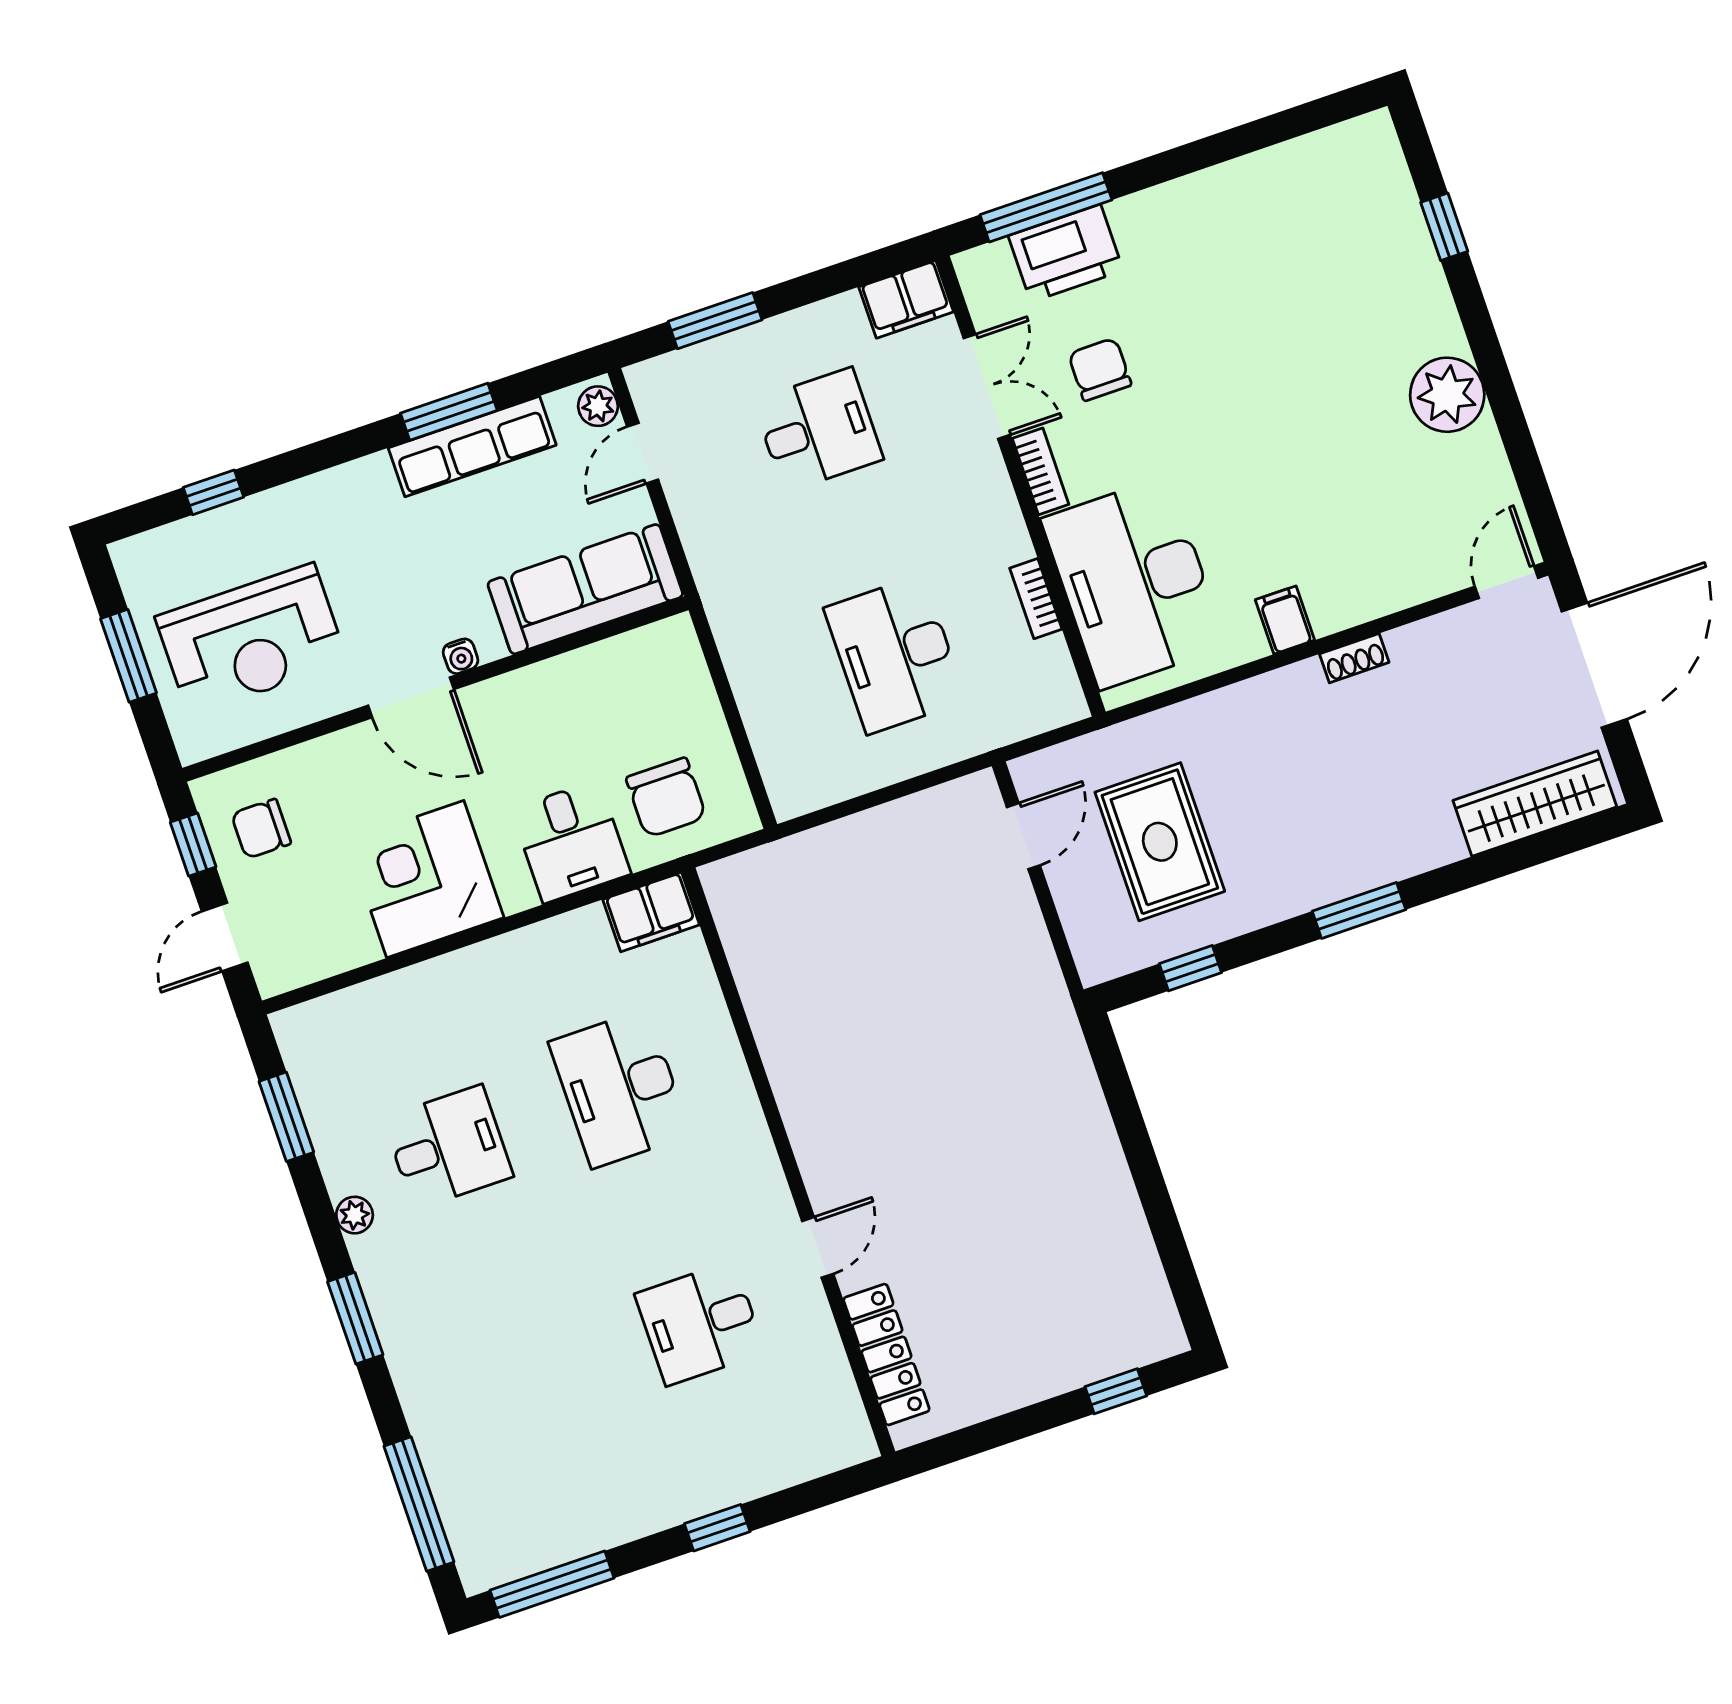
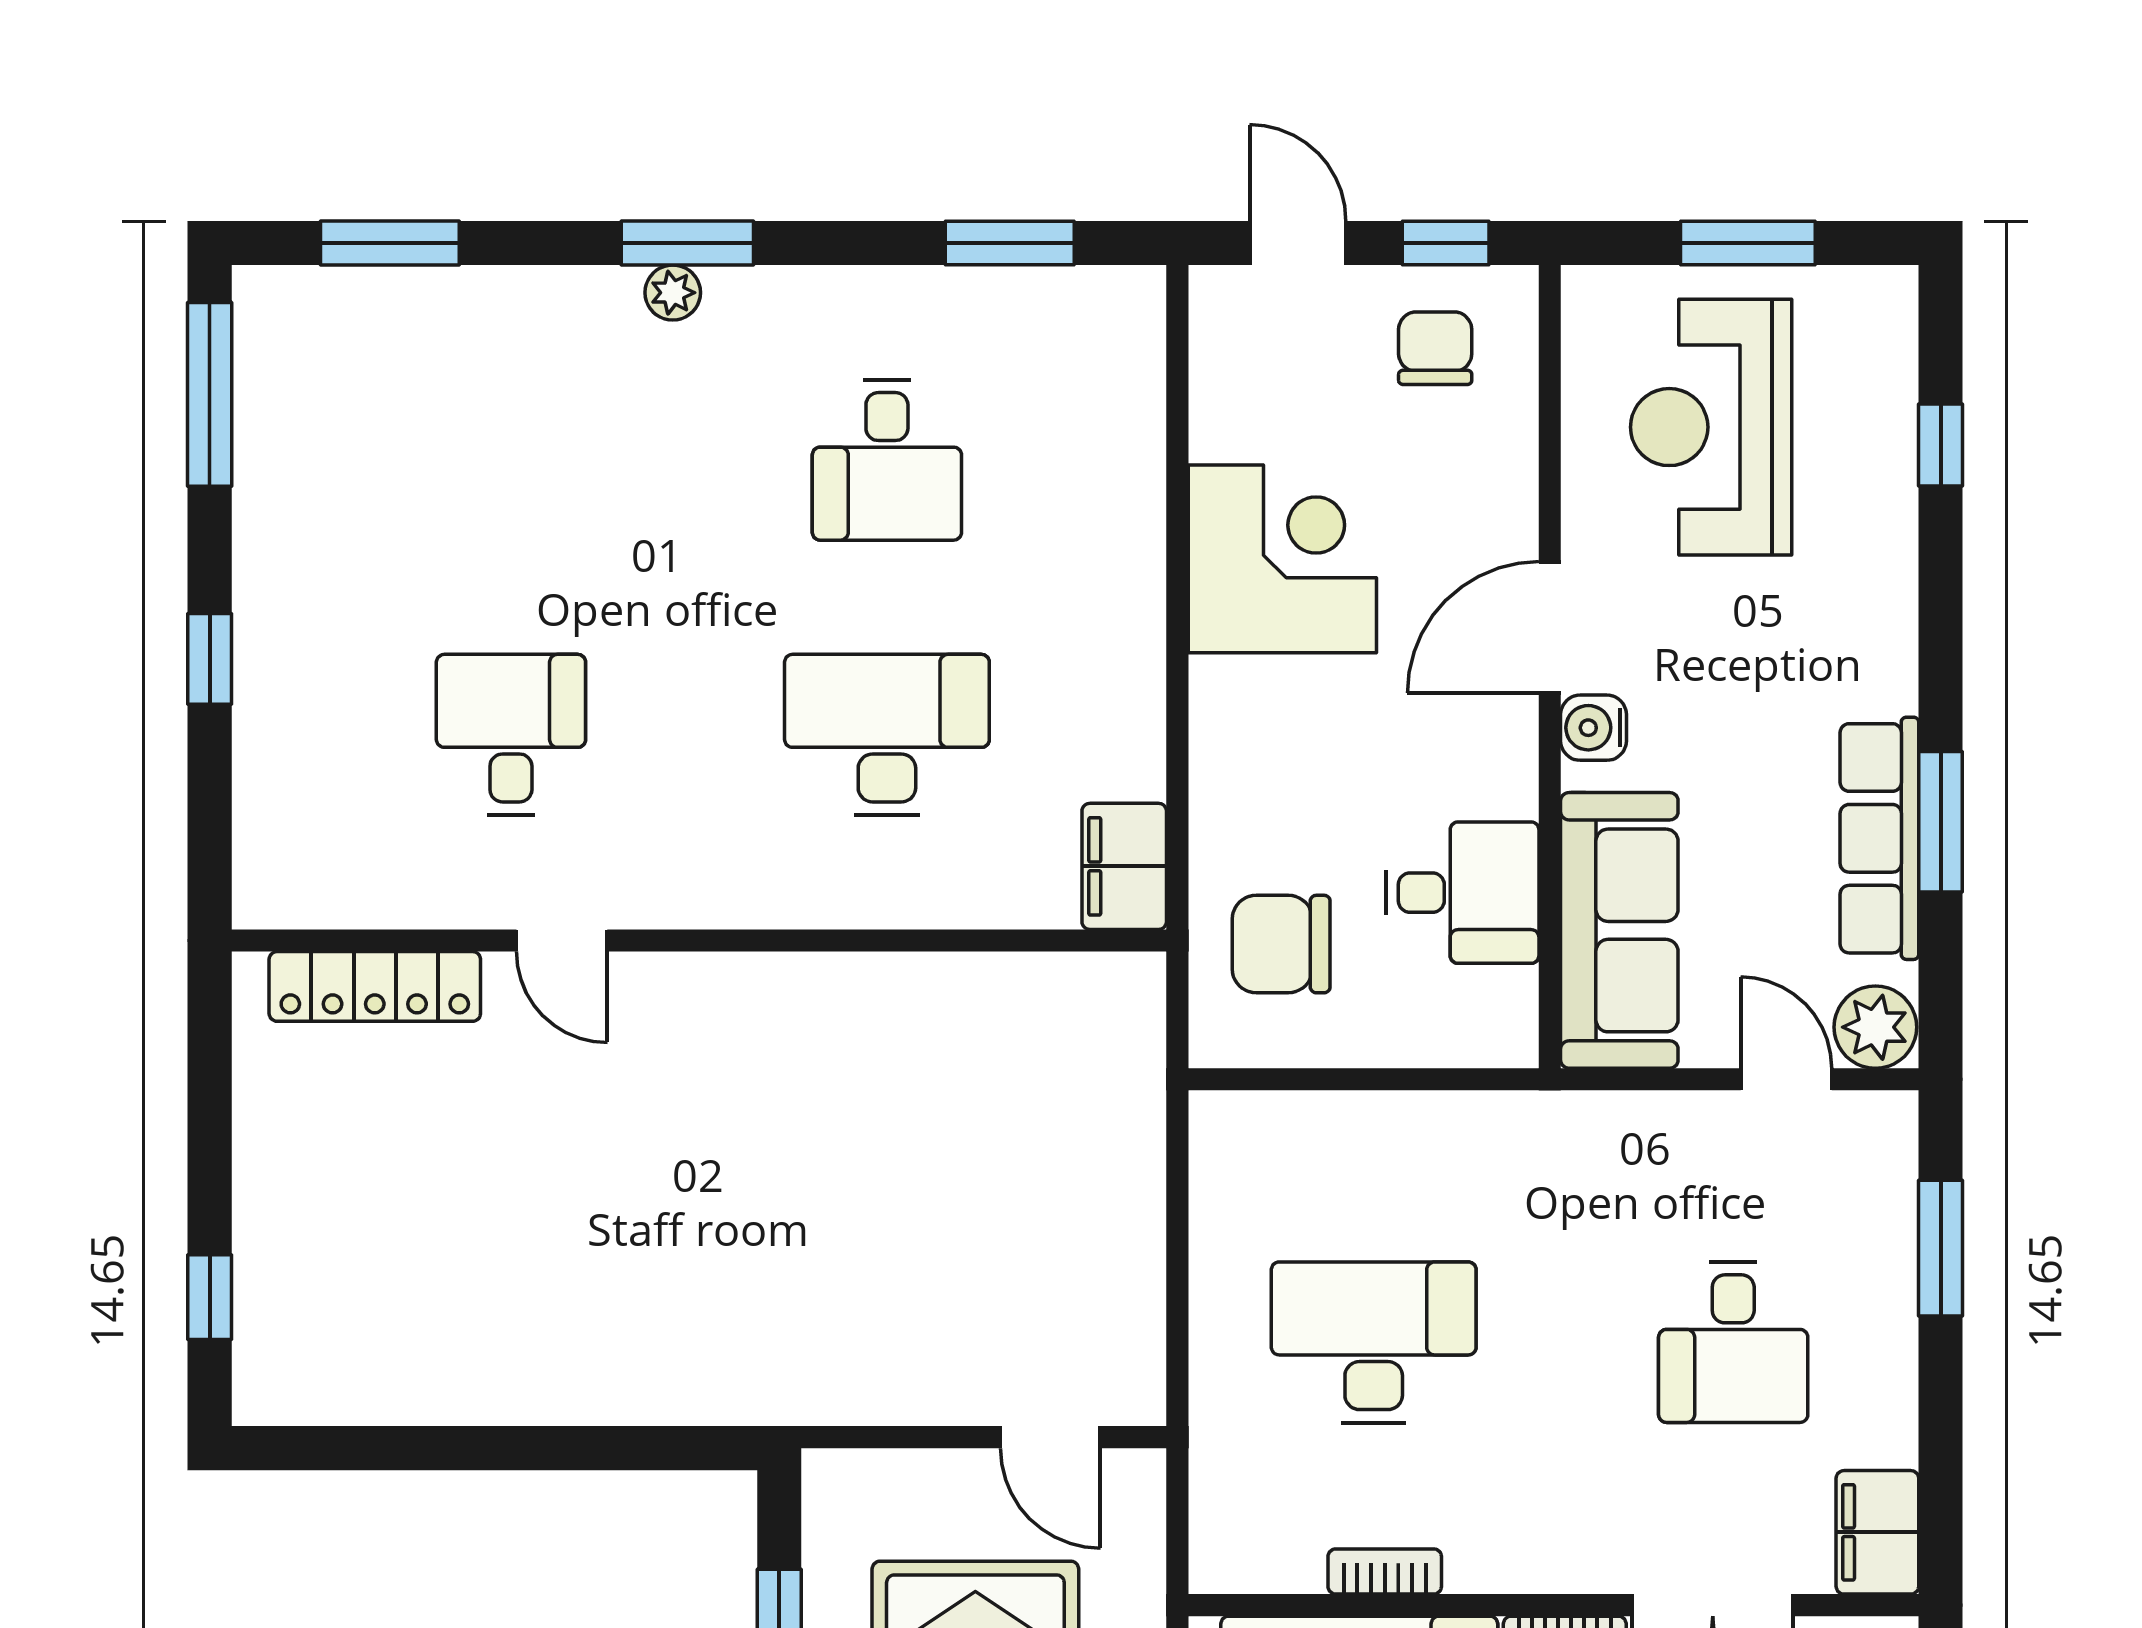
plant: (598, 406) -> (1875, 1027), width x1.38, depth x1.38
water cooler: (461, 656) -> (1594, 728), width x1.38, depth x1.38
desk: (571, 842) -> (1463, 893), moved, turned 180
plant: (355, 1215) -> (673, 293), moved
window: (419, 1504) -> (390, 243), width x0.69

